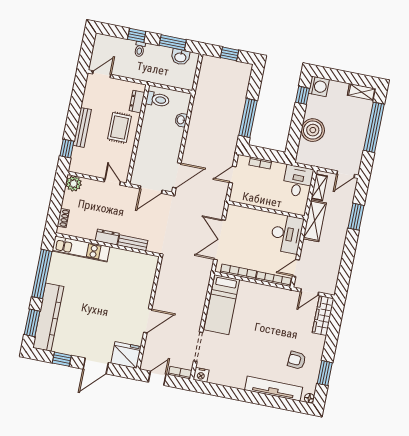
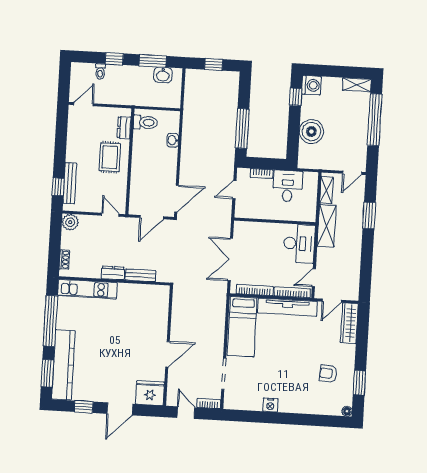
toilet: (140, 49) -> (100, 71), moved
bench: (82, 127) -> (70, 183), moved
desk: (298, 181) -> (288, 186), moved
nightstand: (201, 375) -> (270, 405), moved
door: (157, 378) -> (186, 413), hinge flipped
tv unit: (274, 389) -> (287, 307), moved, turned 180

